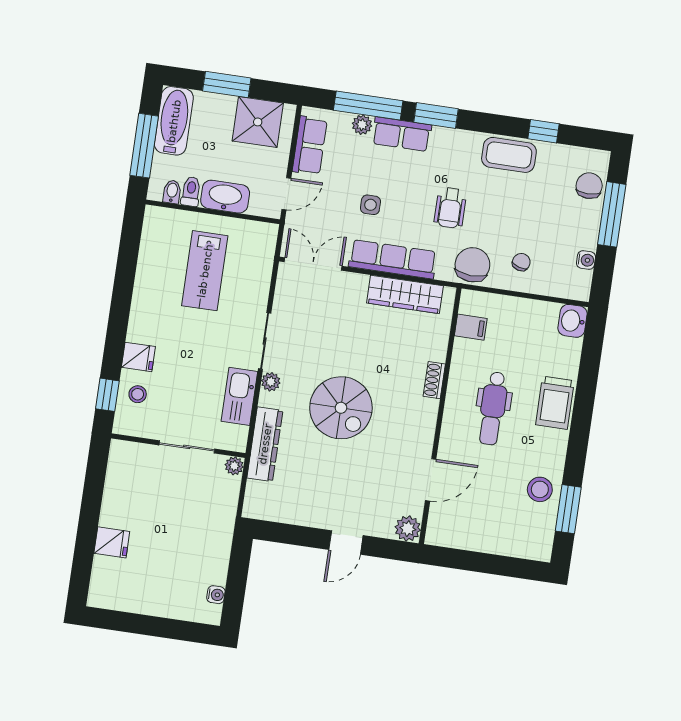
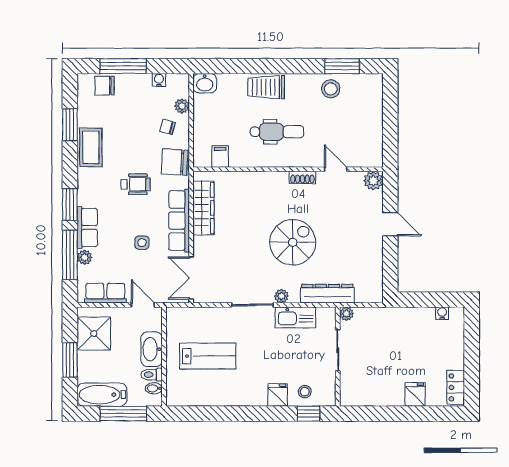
window: (544, 131) -> (70, 125), width x1.50
plant: (546, 286) -> (182, 106), added
shoe rack: (434, 380) -> (302, 177), moved
trolley: (555, 403) -> (266, 87), turned 180
door: (431, 480) -> (336, 169), width x0.73
locker: (113, 598) -> (456, 387), added

